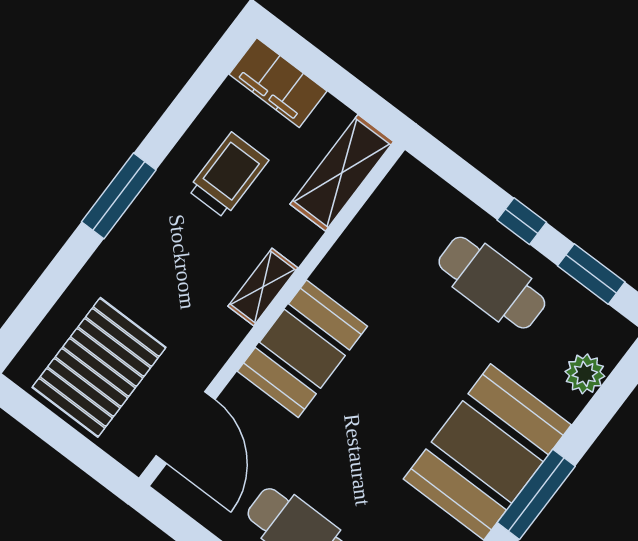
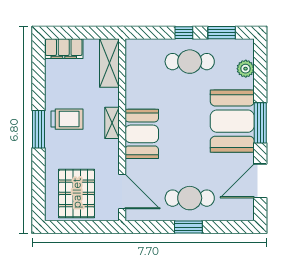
trolley: (228, 175) -> (67, 119), moved, turned 90

